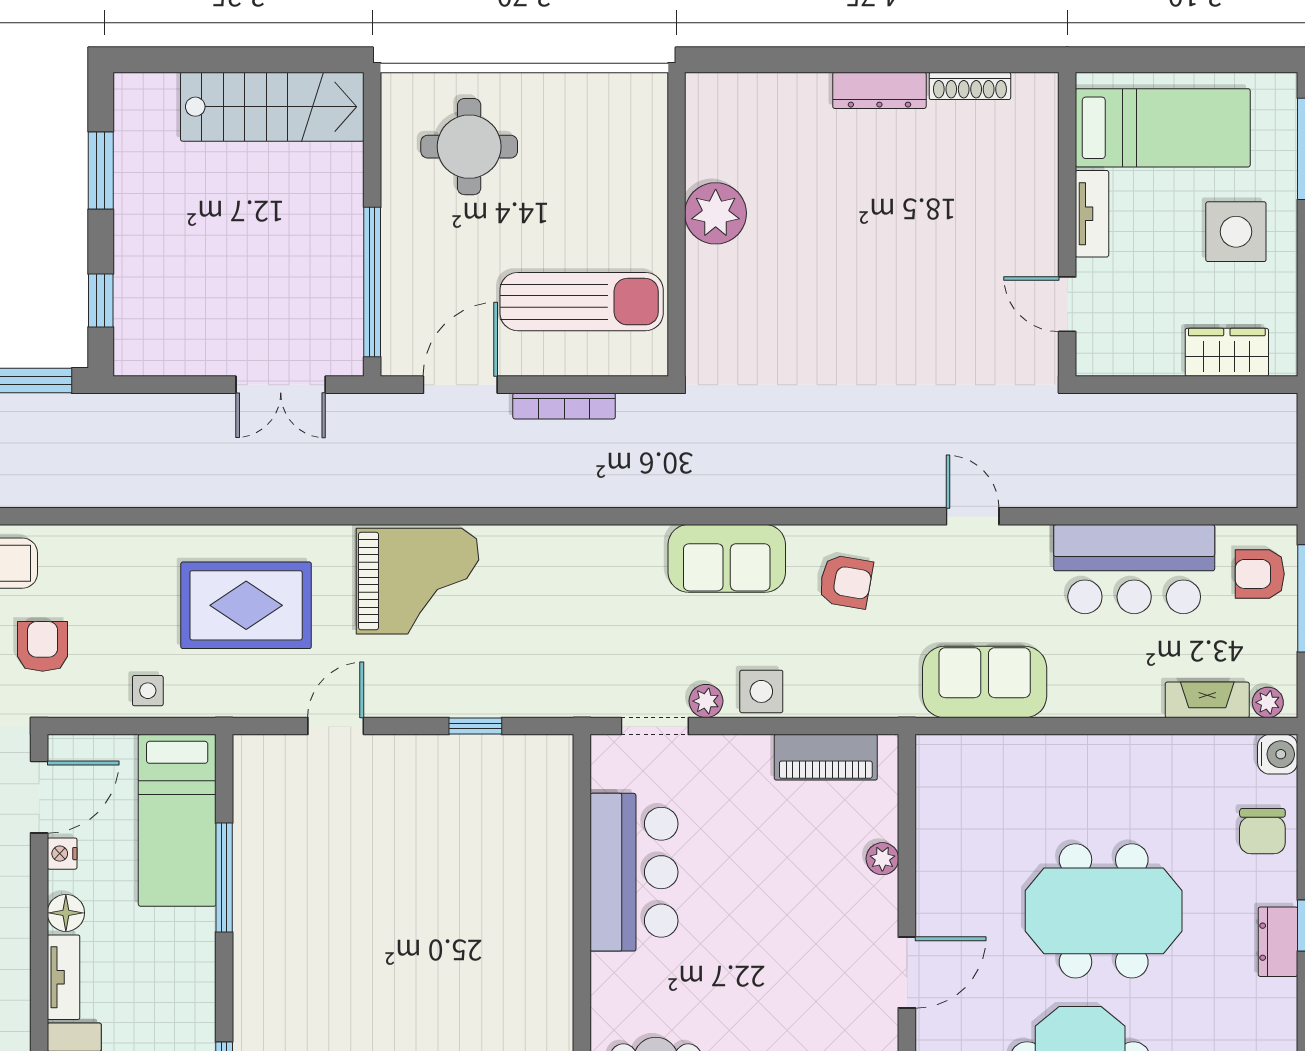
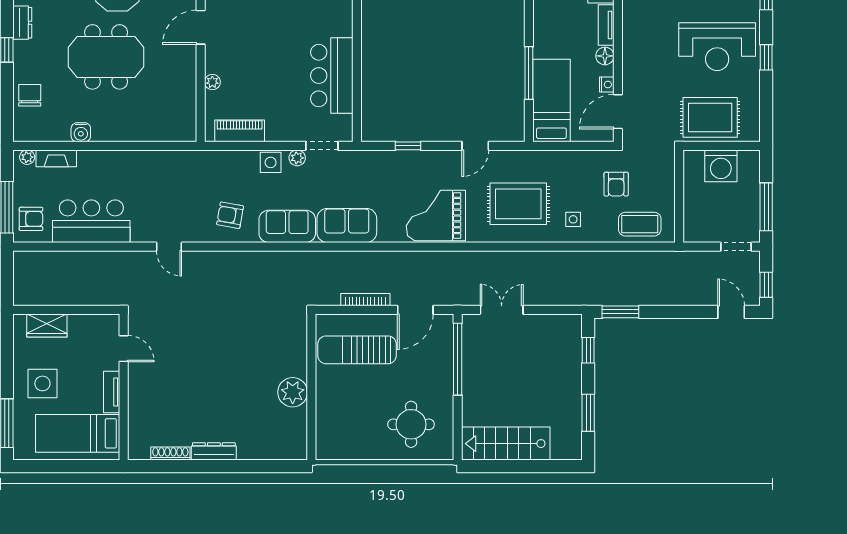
sofa: (985, 682) -> (347, 225), moved, turned 180
side table: (148, 691) -> (573, 219), moved
water cooler: (1278, 754) -> (81, 132), moved, turned -90
dresser: (1278, 942) -> (22, 23), moved

